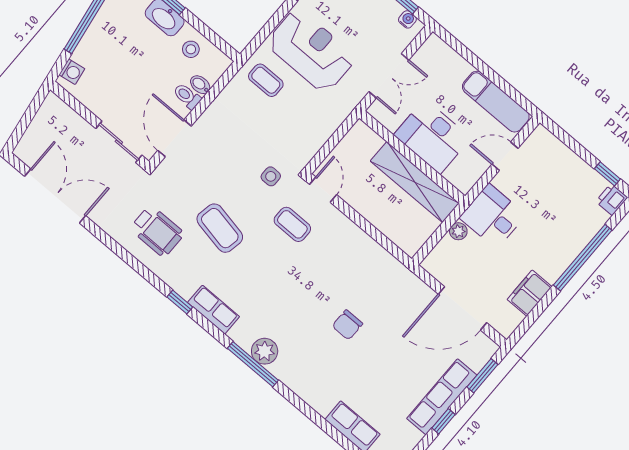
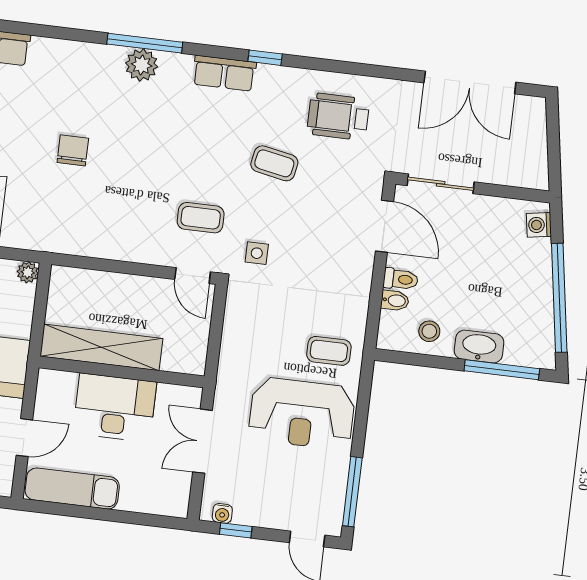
coffee table: (220, 228) -> (274, 163), width x0.73, depth x0.77
plant: (458, 231) -> (28, 272), moved

